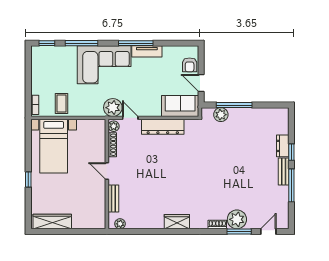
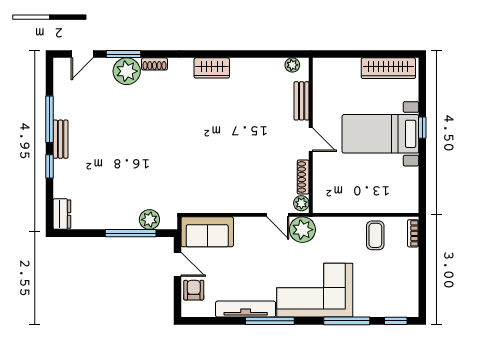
tv unit: (147, 51) -> (246, 309), width x1.41
dresser: (163, 127) -> (232, 202), removed
bed with nightstands: (54, 146) -> (380, 134), moved, turned -90
dresser: (283, 146) -> (62, 214), moved

